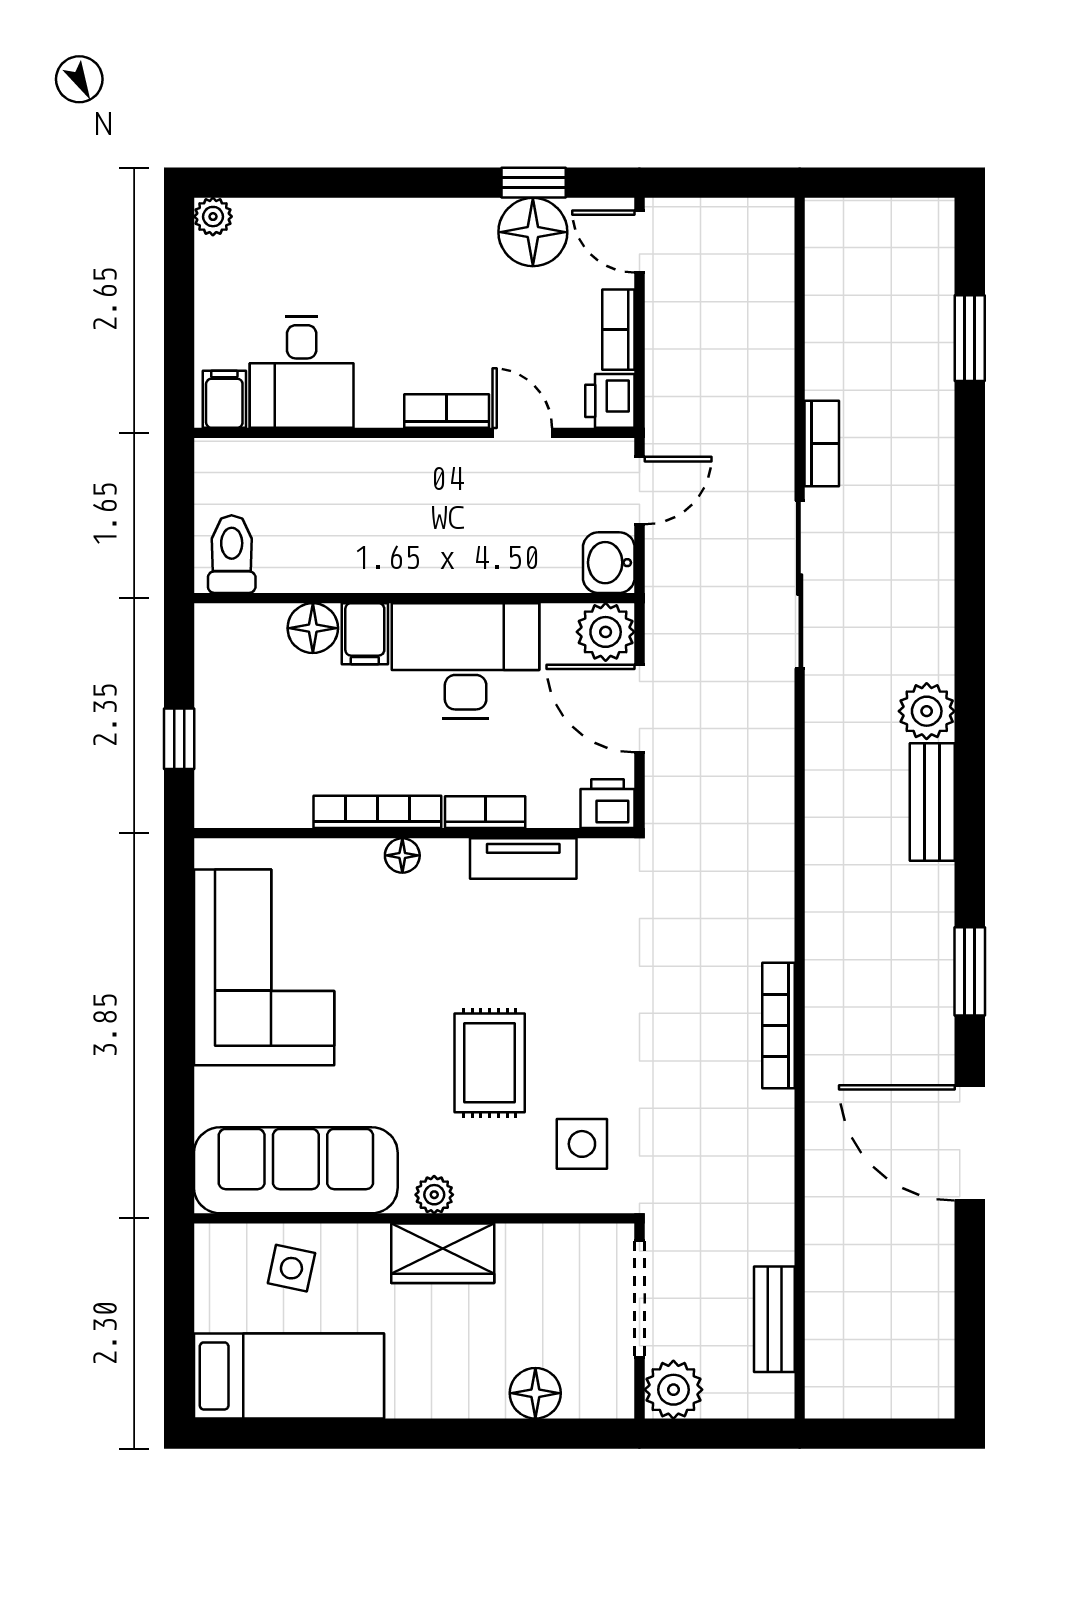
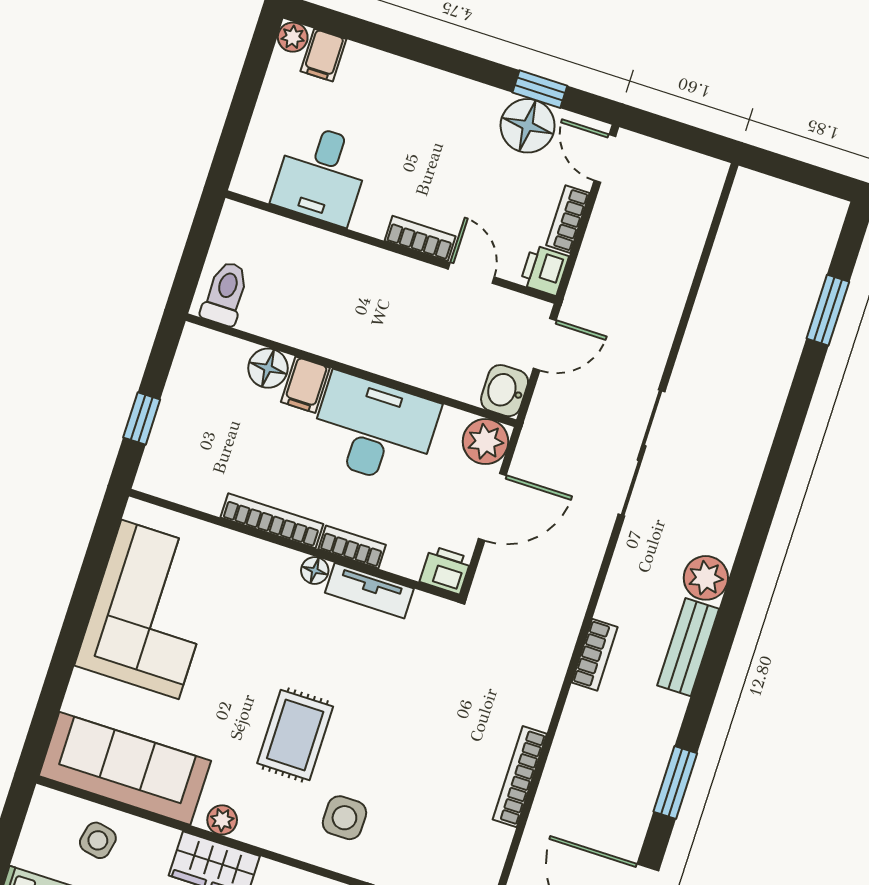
filing cabinet: (224, 399) -> (323, 55), moved, turned 180
bookcase: (822, 444) -> (595, 655), moved
door: (639, 709) -> (492, 507), swing flipped
floor lamp: (402, 855) -> (315, 571), moved

